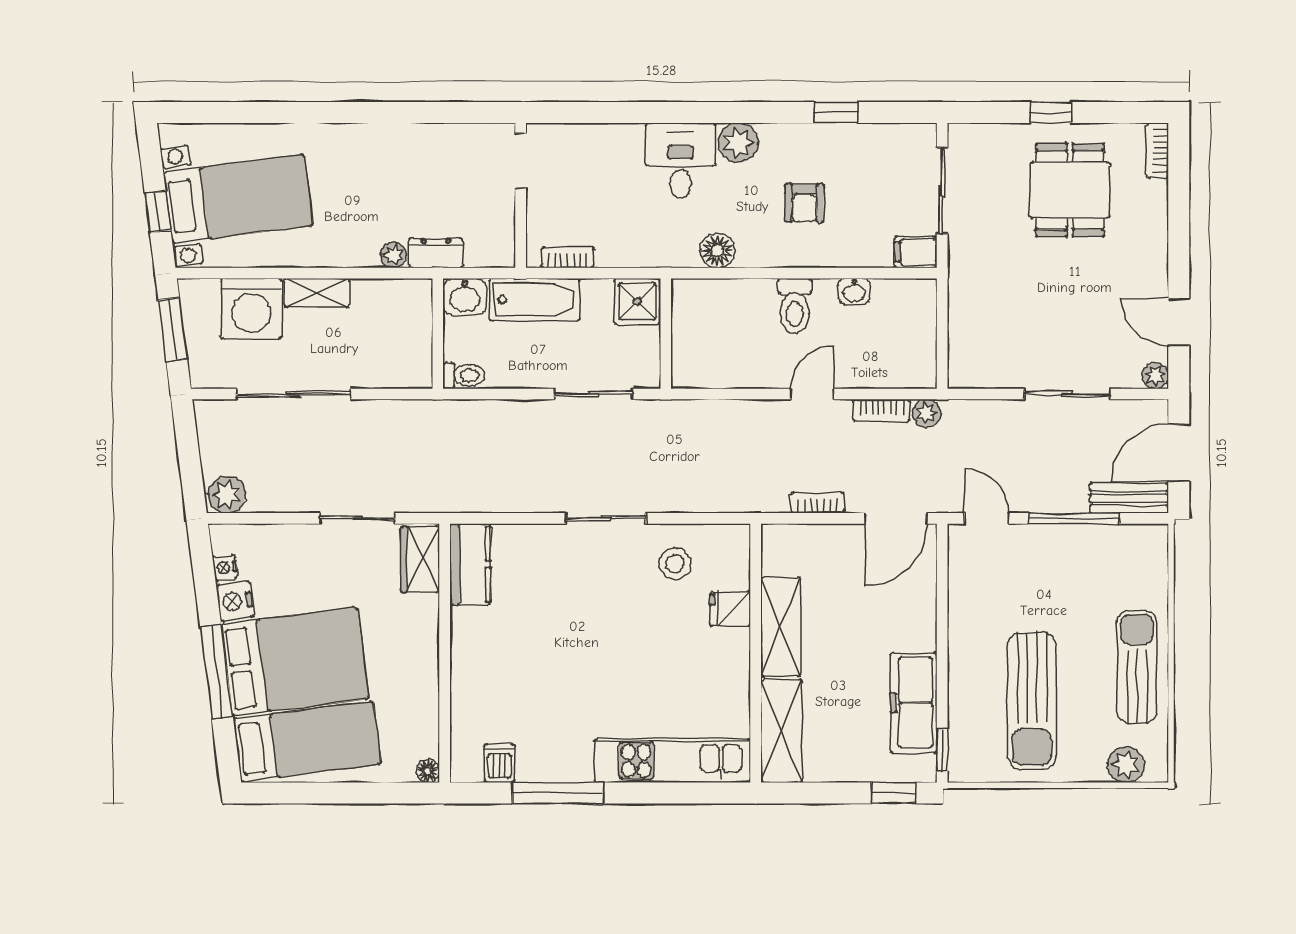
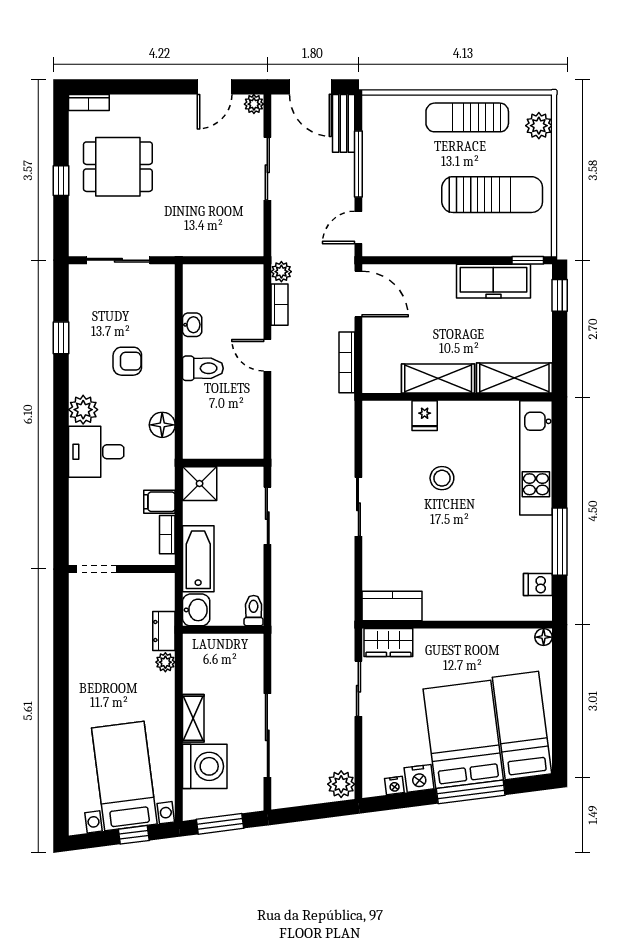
filing cabinet: (916, 252) -> (159, 502), moved, turned 90
bookcase: (818, 503) -> (347, 362), width x1.56
stool: (675, 564) -> (442, 478), moved

